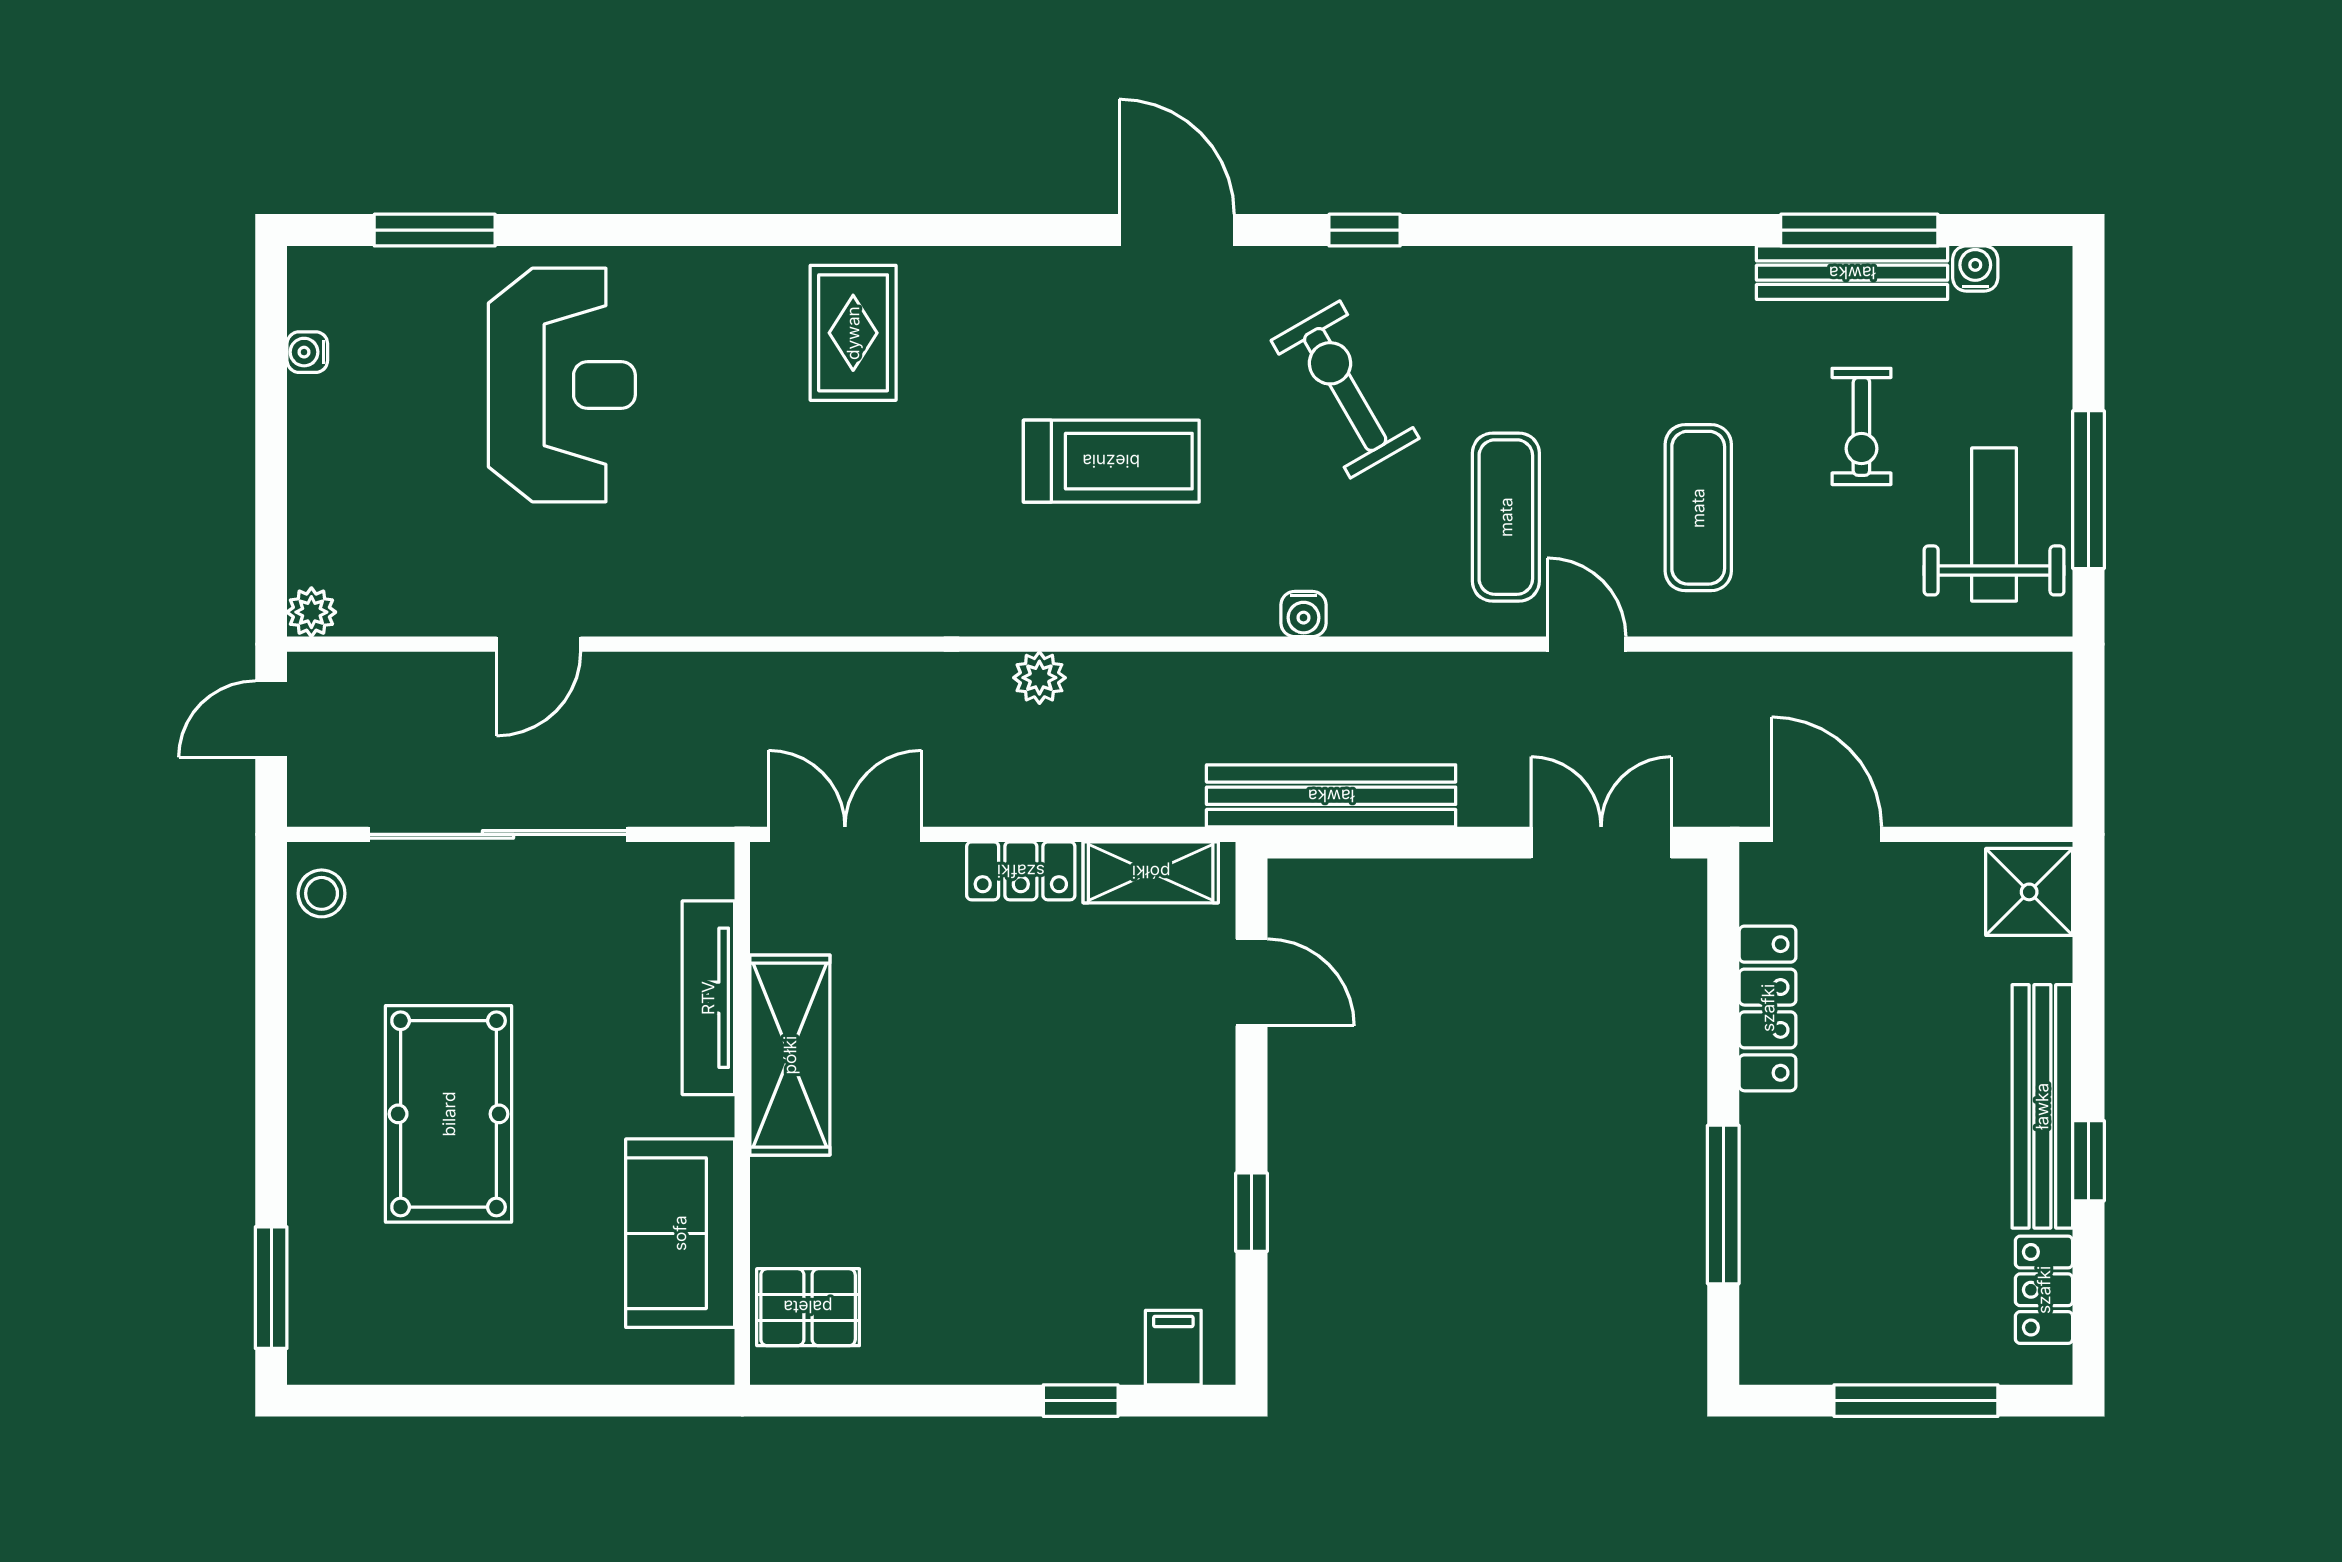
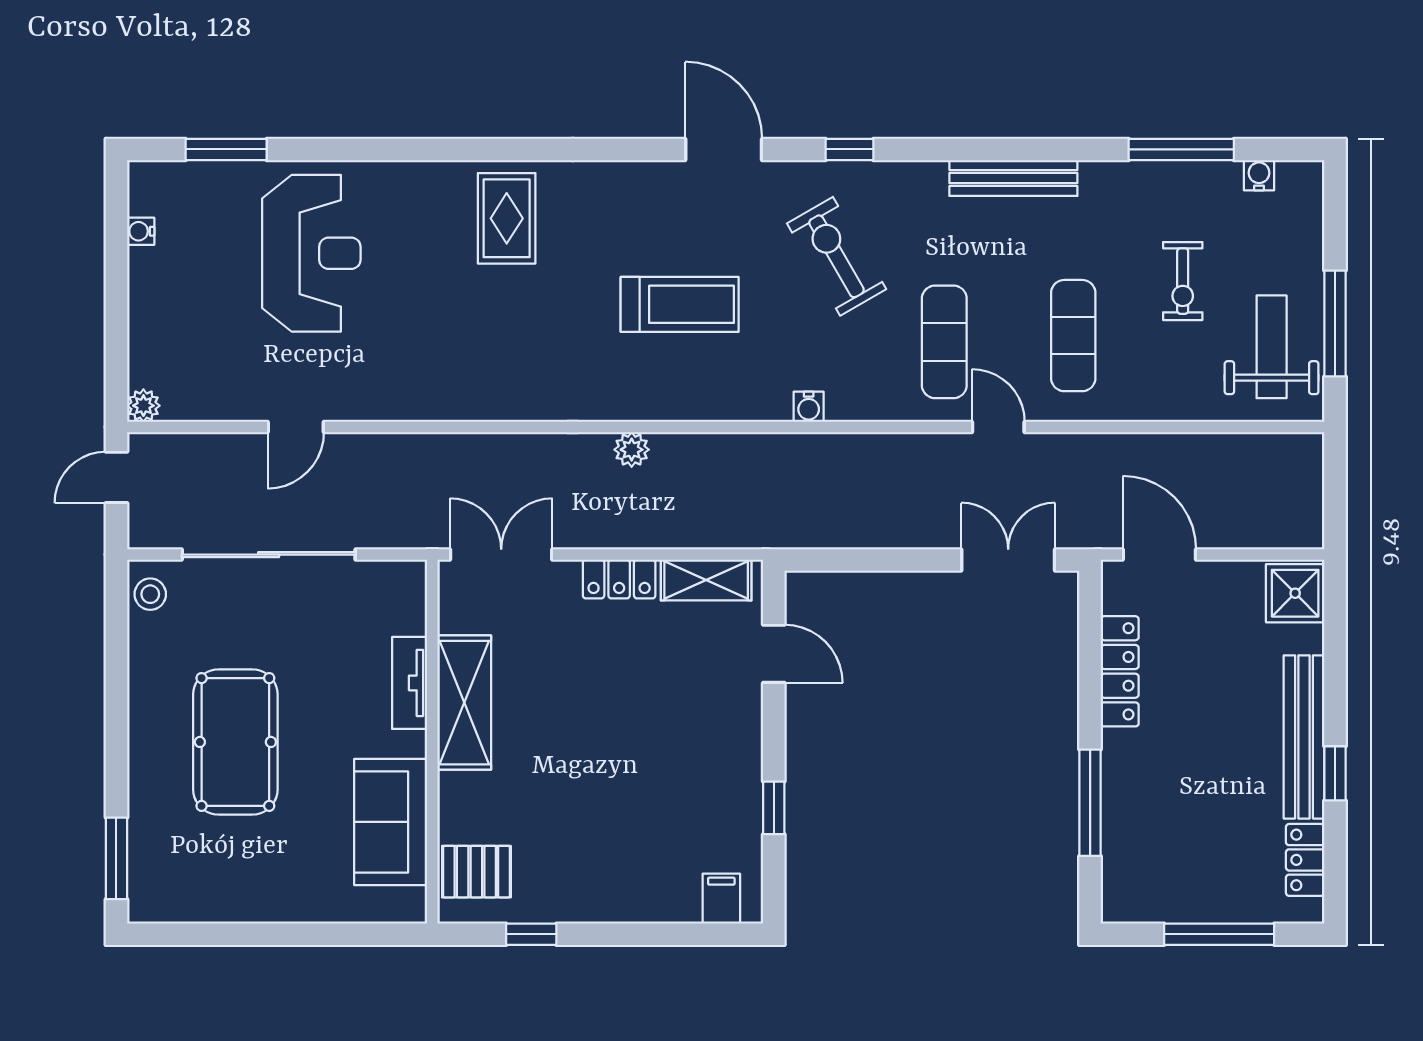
bench: (1852, 273) -> (1013, 178), moved
bench: (1331, 796) -> (827, 529), removed
tv unit: (708, 998) -> (410, 683), width x0.71
window: (1081, 1401) -> (531, 934), moved

